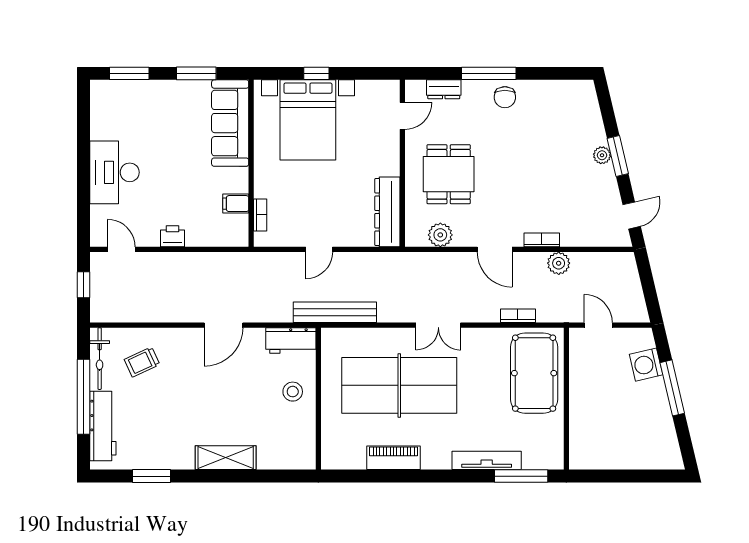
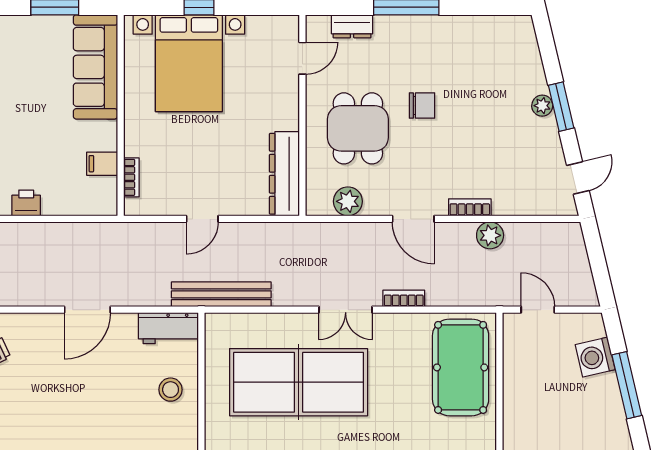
chair: (505, 97) -> (422, 105), moved, turned -90
bookcase: (518, 316) -> (404, 298), moved

